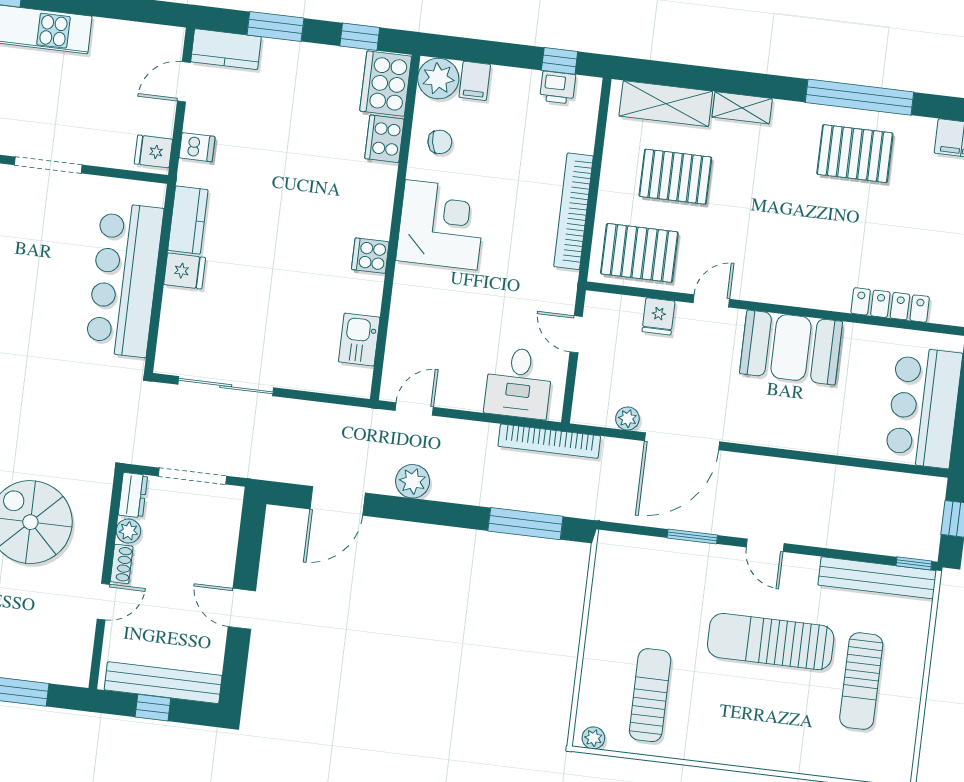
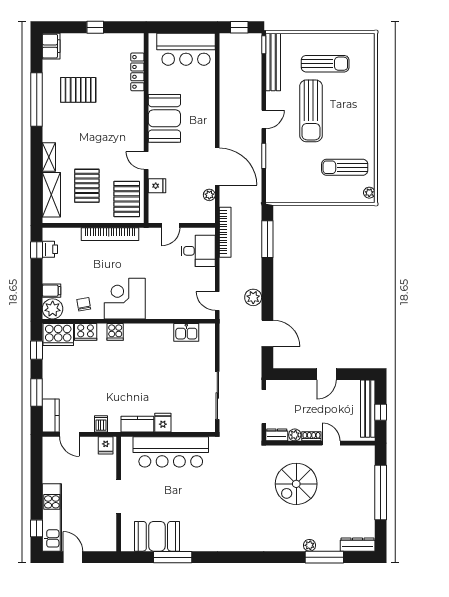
pallet: (855, 154) -> (78, 90), moved, turned 90
cooker: (370, 256) -> (115, 332), moved

